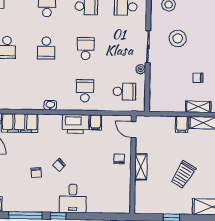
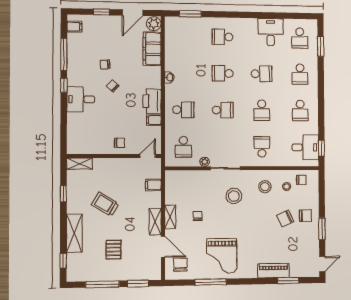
filing cabinet: (182, 124) -> (153, 185), moved
shelving: (141, 167) -> (80, 164), moved

